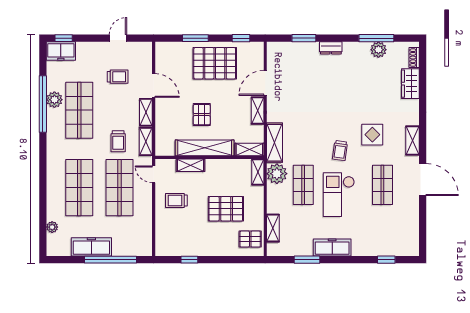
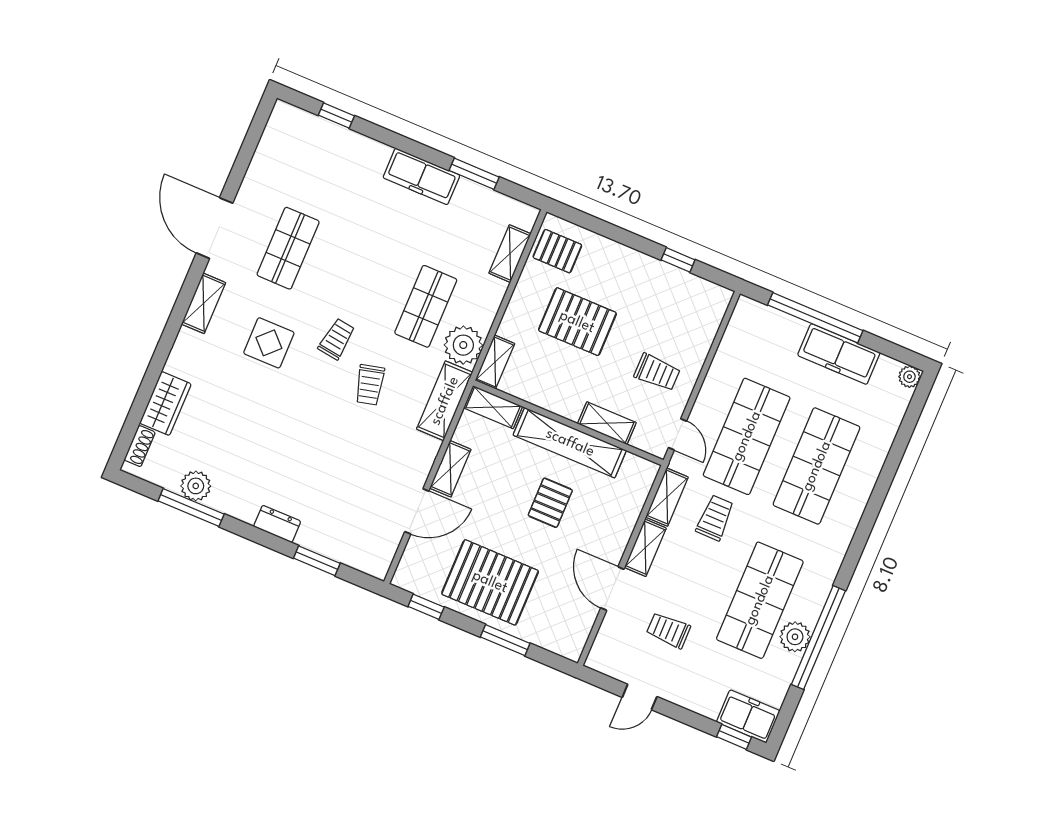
trolley: (314, 135) -> (370, 385), added
checkout: (339, 195) -> (371, 263), removed
plant: (52, 227) -> (909, 377), moved

